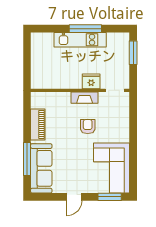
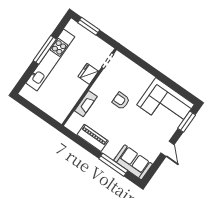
kitchen unit: (80, 40) -> (50, 60), width x1.36
fireplace: (85, 98) -> (86, 104), moved
sofa: (41, 168) -> (133, 162), width x0.73

